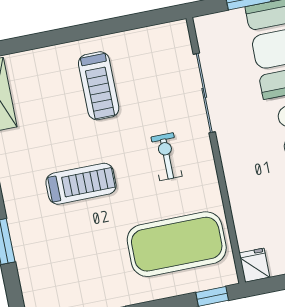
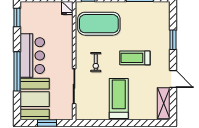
treadmill: (99, 86) -> (119, 98), width x1.37, depth x1.38

